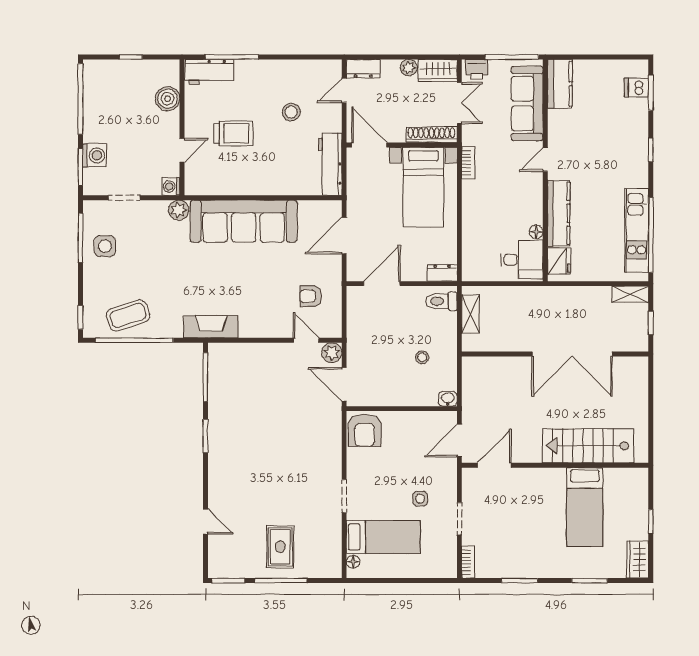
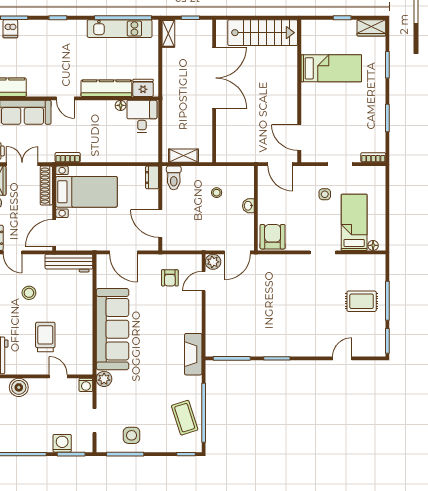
washbasin: (448, 399) -> (248, 206), moved
armchair: (365, 430) -> (273, 237), turned -90
stairs: (588, 446) -> (263, 33), moved, turned -90

